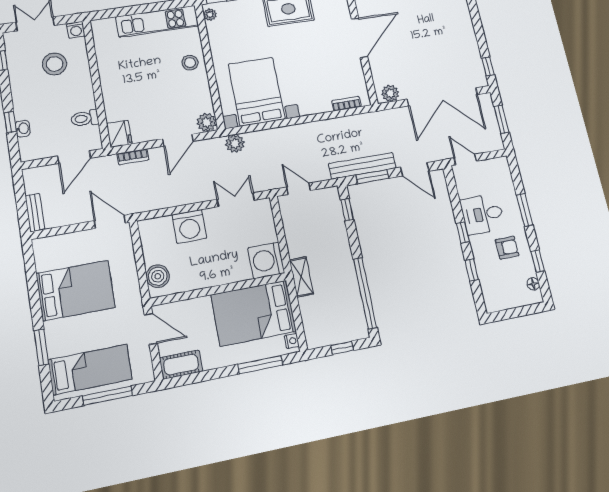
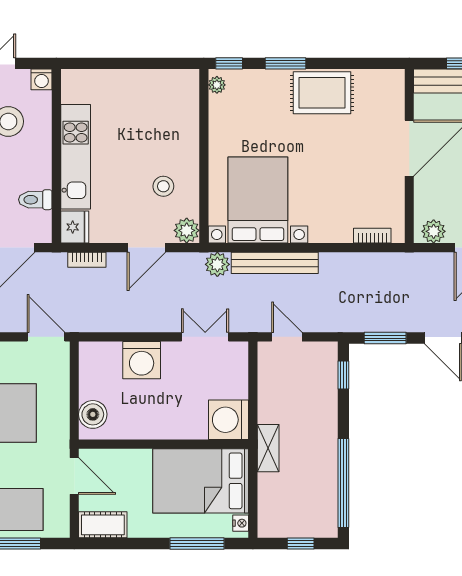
kitchen unit: (157, 21) -> (76, 157), moved, turned -90
stool: (190, 63) -> (163, 186), moved
bench: (362, 166) -> (275, 263), moved

